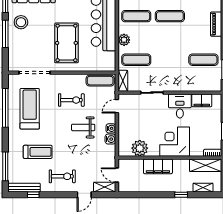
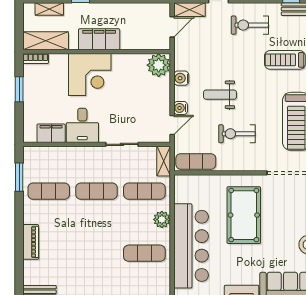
exercise mat: (170, 16) -> (97, 191), moved
weight bench: (83, 127) -> (220, 95), turned 180
water cooler: (111, 128) -> (181, 108), moved
plant: (140, 148) -> (159, 65), moved
filing cabinet: (158, 166) -> (99, 39), moved
door: (117, 175) -> (172, 27), hinge flipped

